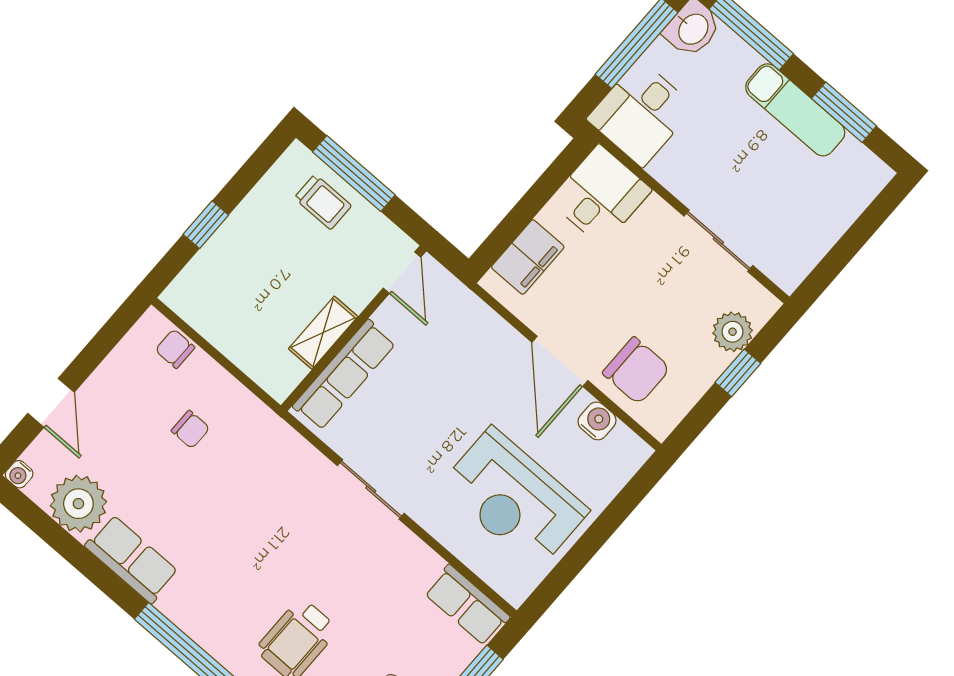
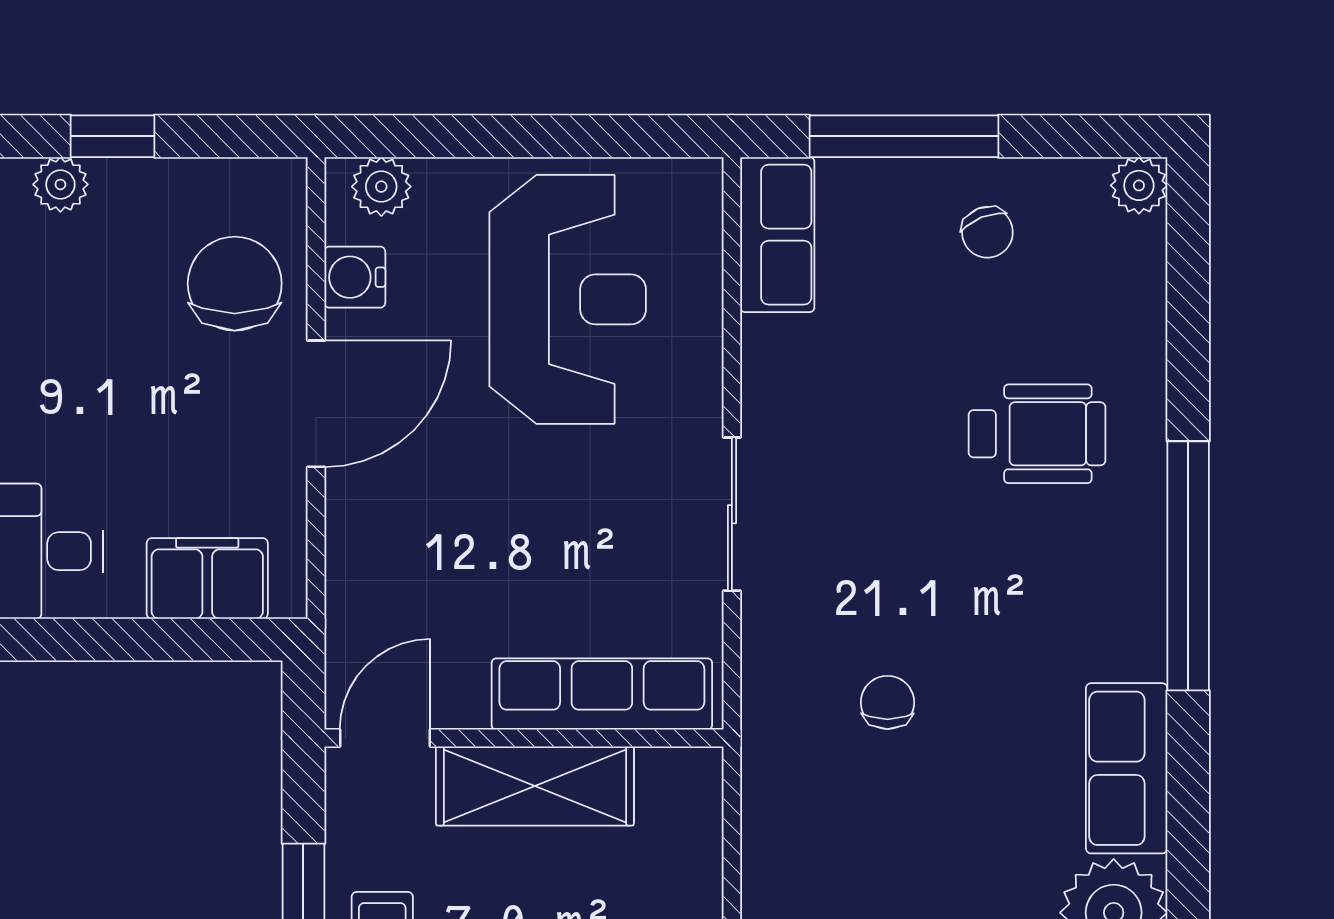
plant: (733, 332) -> (60, 184), width x0.73, depth x0.73
shelving: (323, 333) -> (535, 786), width x1.50, depth x1.33
chair: (190, 429) -> (887, 702), moved
plant: (624, 463) -> (381, 187), added

